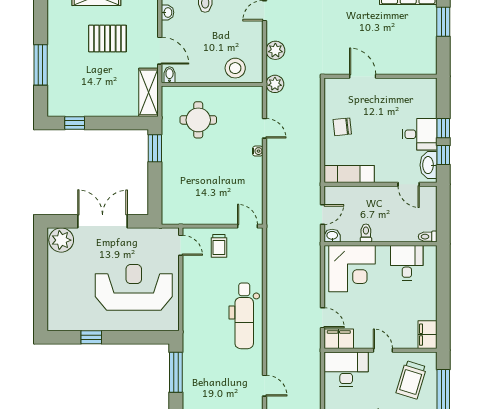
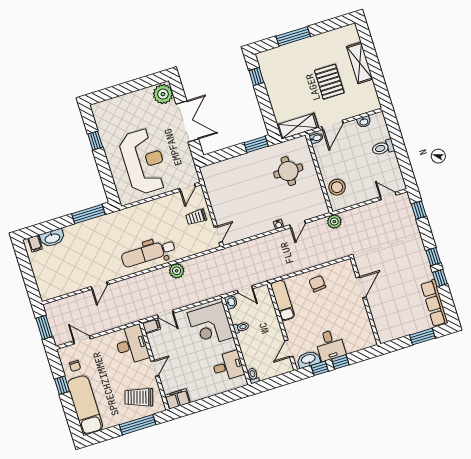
plant: (275, 50) -> (177, 271), moved
door: (322, 318) -> (165, 314), hinge flipped
filing cabinet: (339, 339) -> (151, 326), width x0.50

